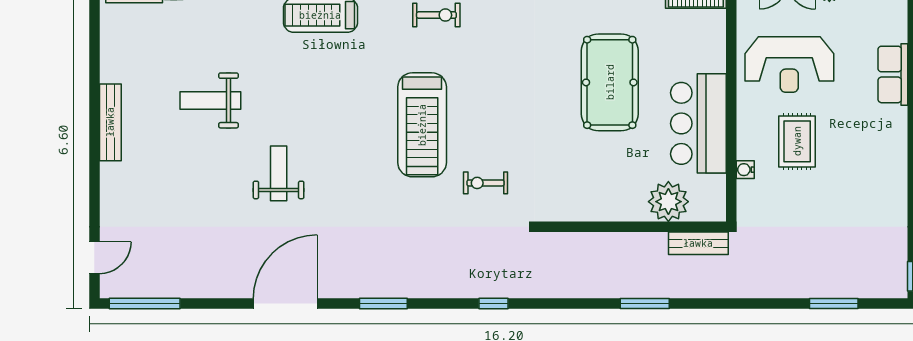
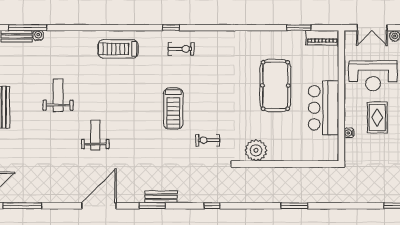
weight bench: (210, 100) -> (58, 95), turned 90
treadmill: (422, 125) -> (173, 109), width x0.73, depth x0.73
plant: (668, 202) -> (256, 150), moved
bench: (698, 243) -> (161, 197), moved

